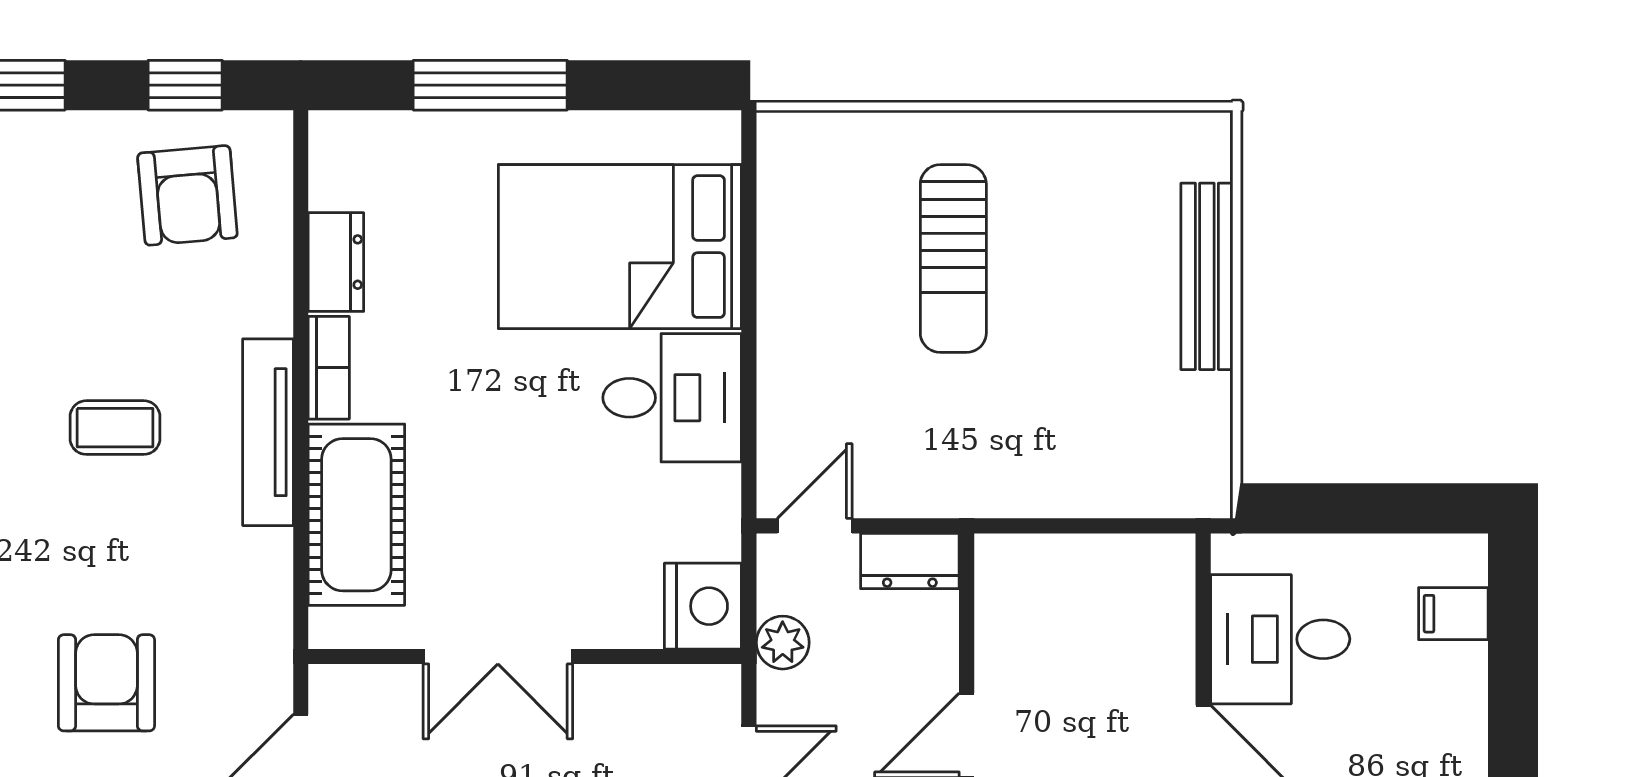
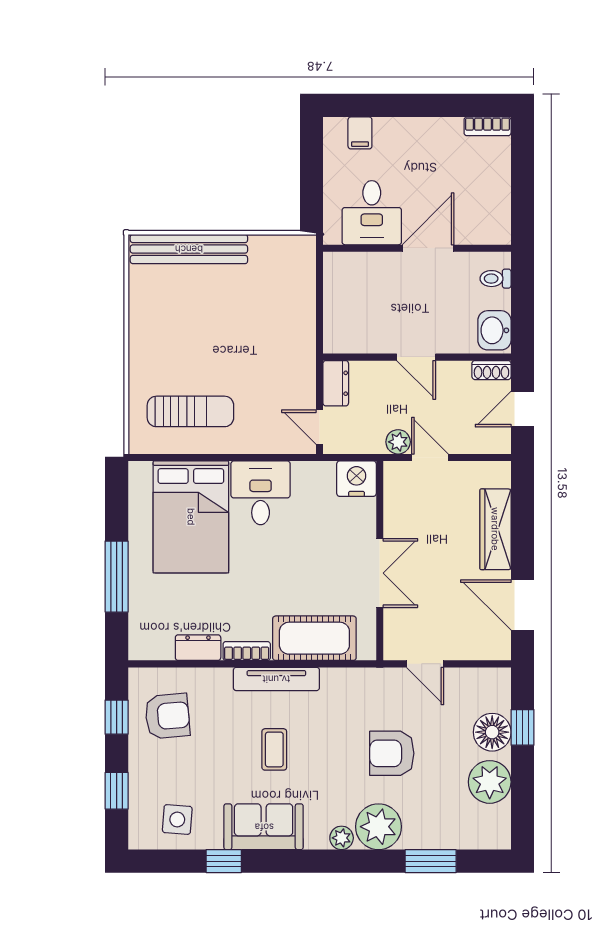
sun lounger: (953, 259) -> (190, 411), moved
bench: (1207, 276) -> (189, 249), width x1.37, depth x1.21
plant: (783, 643) -> (398, 442), moved

